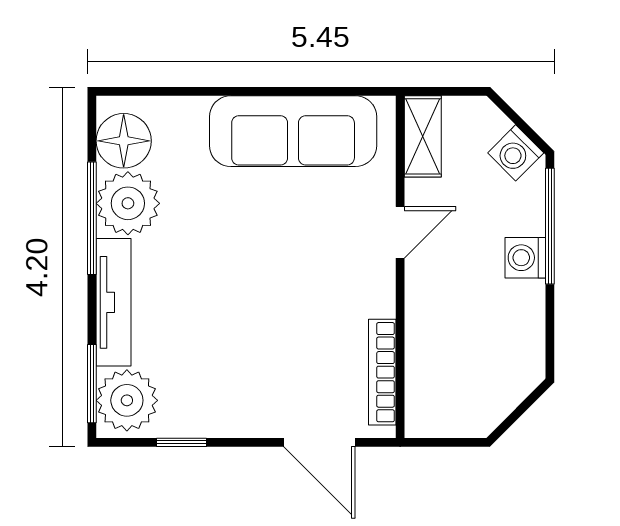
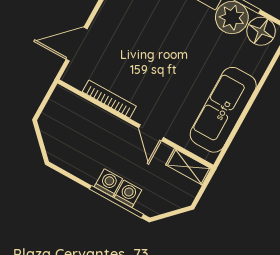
washing machine: (516, 153) -> (128, 194), moved, turned 45
bookcase: (382, 372) -> (109, 99), moved

